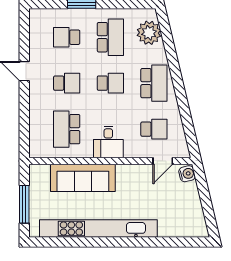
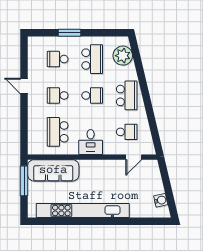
school desk: (67, 83) -> (58, 95), turned 180
water cooler: (187, 174) -> (161, 200), moved
sofa: (83, 178) -> (53, 170), moved
window: (24, 204) -> (24, 181), moved

